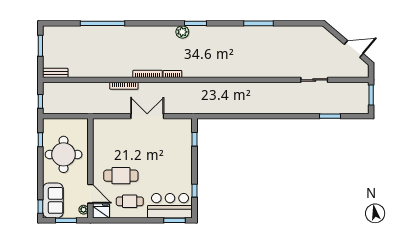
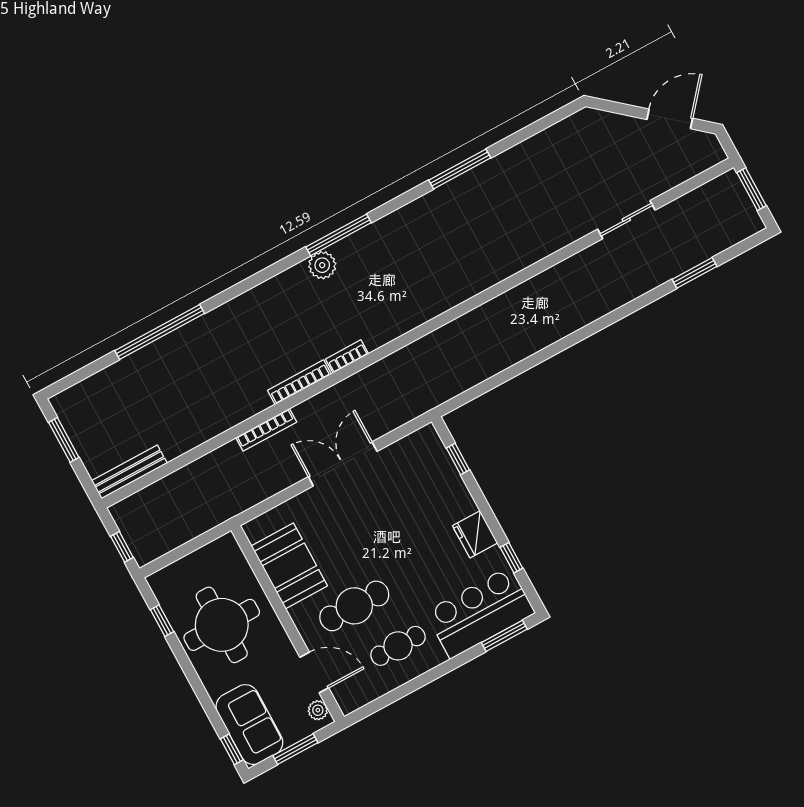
window: (195, 23) -> (339, 235), width x1.44
bench: (55, 73) -> (129, 472), width x1.36
booth: (104, 145) -> (289, 566), added
fridge: (101, 211) -> (475, 534), moved, turned -90

